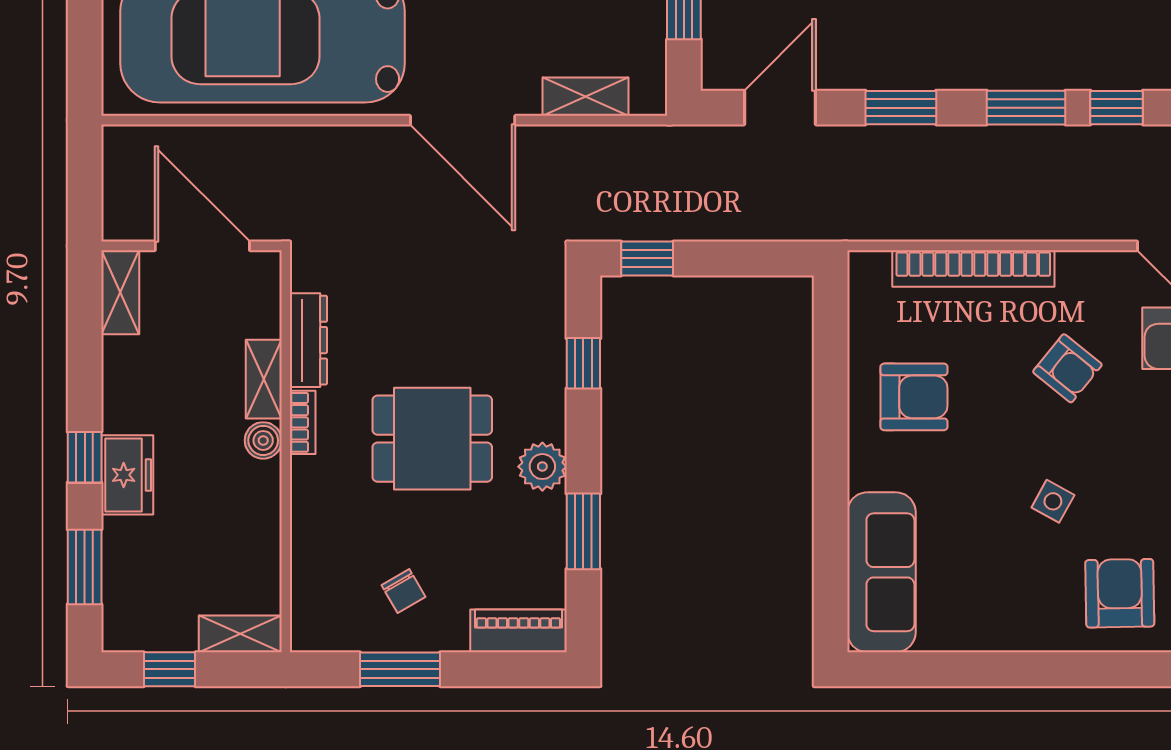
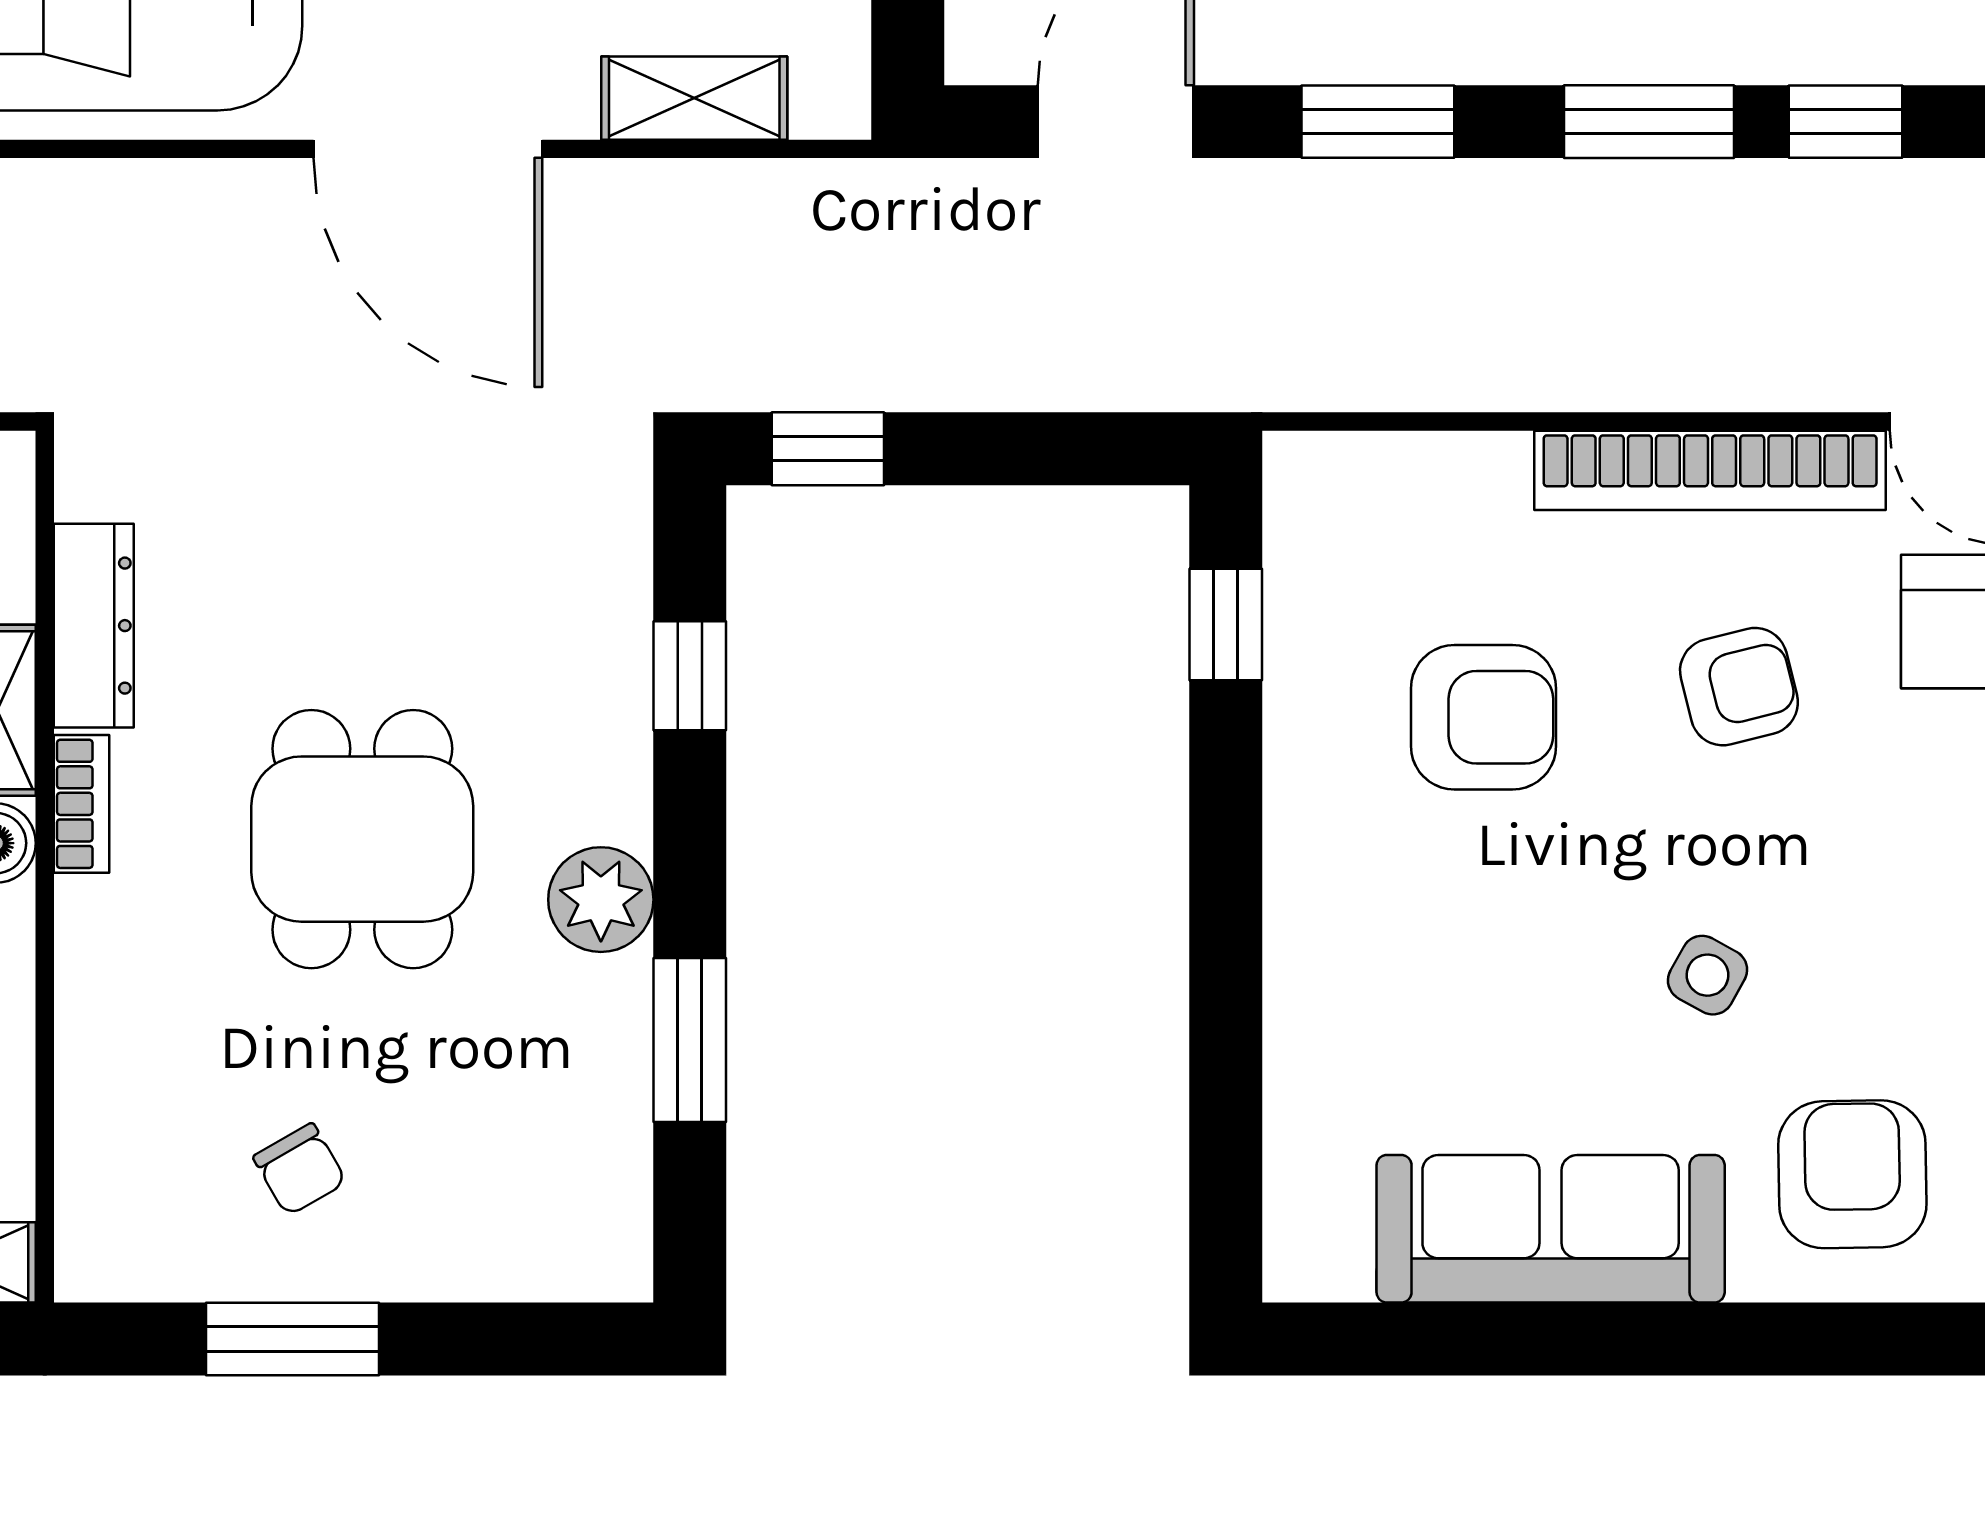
bookcase: (973, 269) -> (1710, 470), moved
window: (831, 340) -> (1226, 625), added
armchair: (1067, 368) -> (1739, 687), turned -53
armchair: (914, 397) -> (1483, 717), moved
dining table: (432, 439) -> (362, 839), turned 90
sofa: (882, 572) -> (1551, 1229), moved, turned -90
piano: (518, 631) -> (549, 1256), removed

